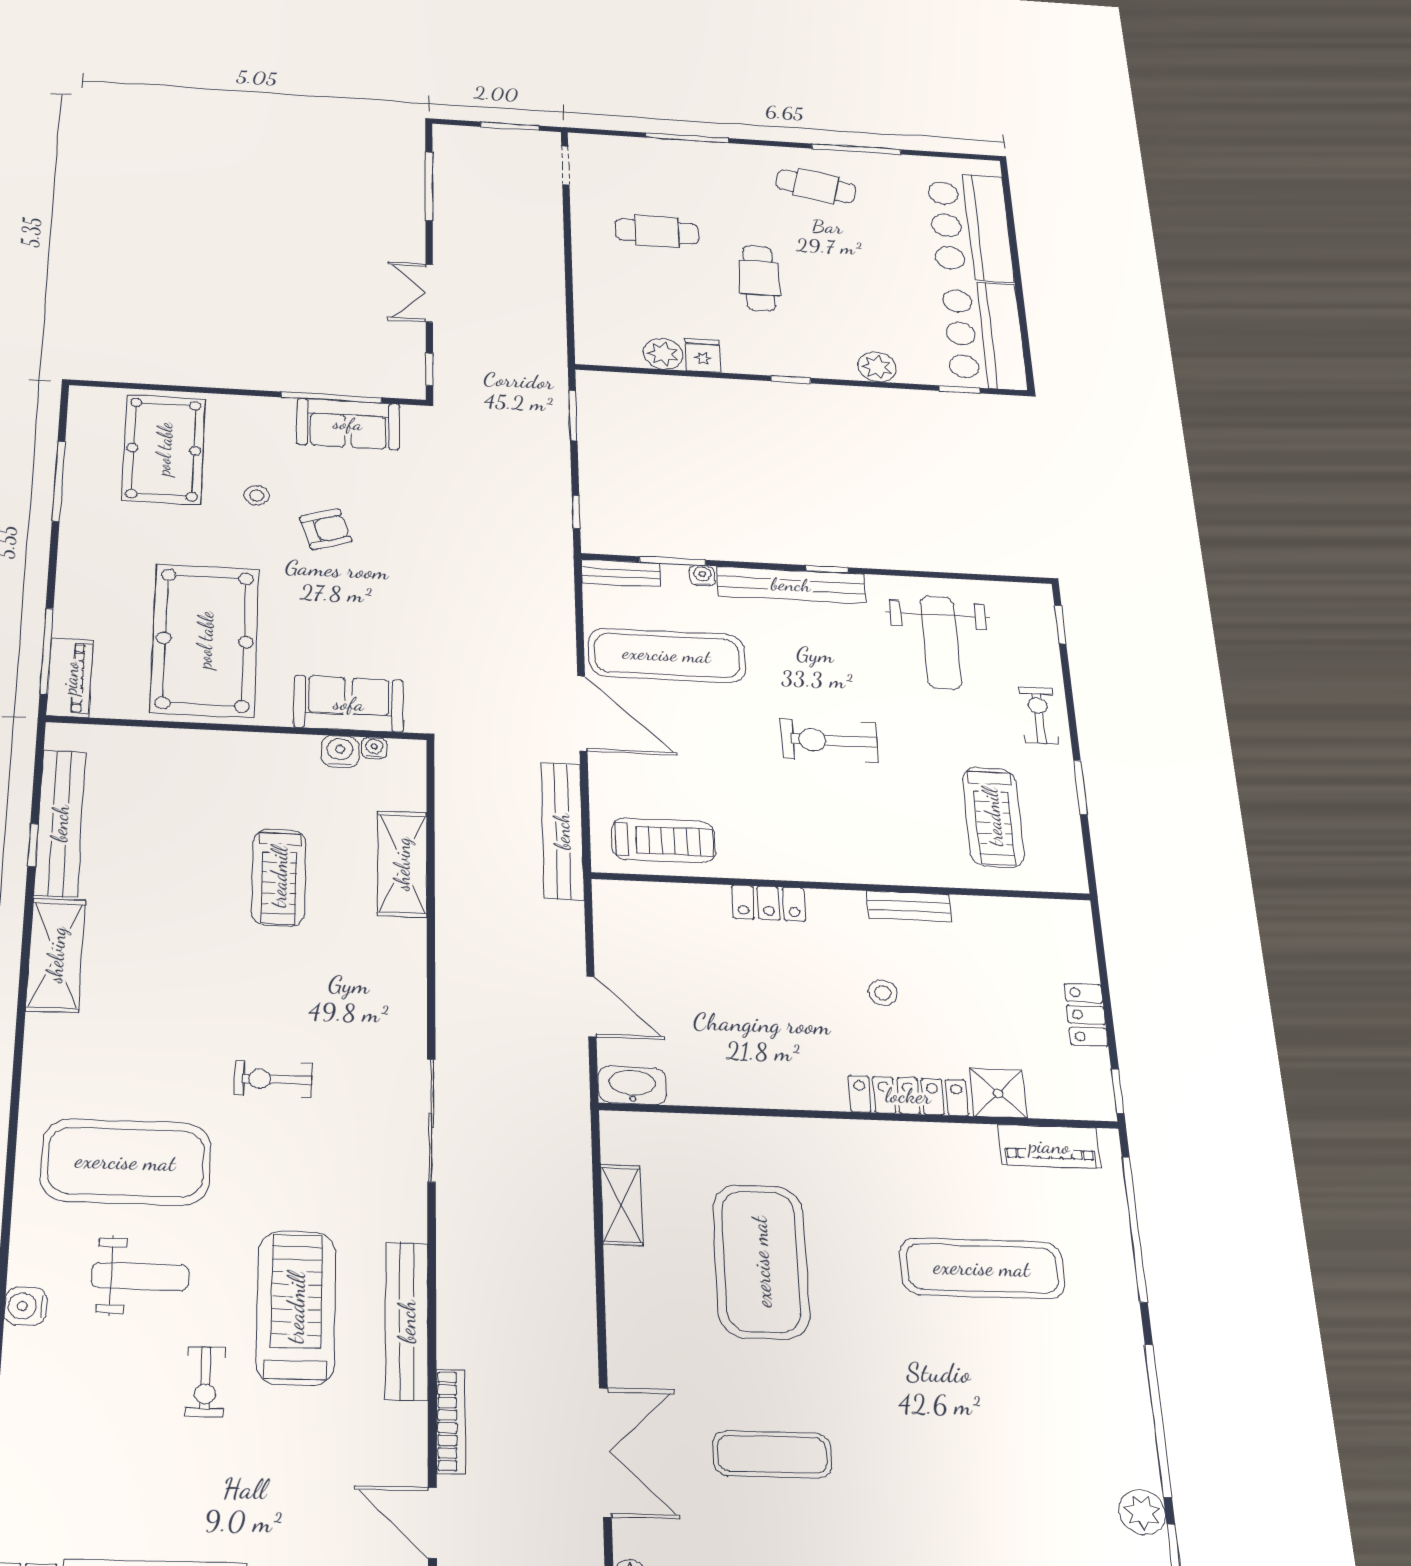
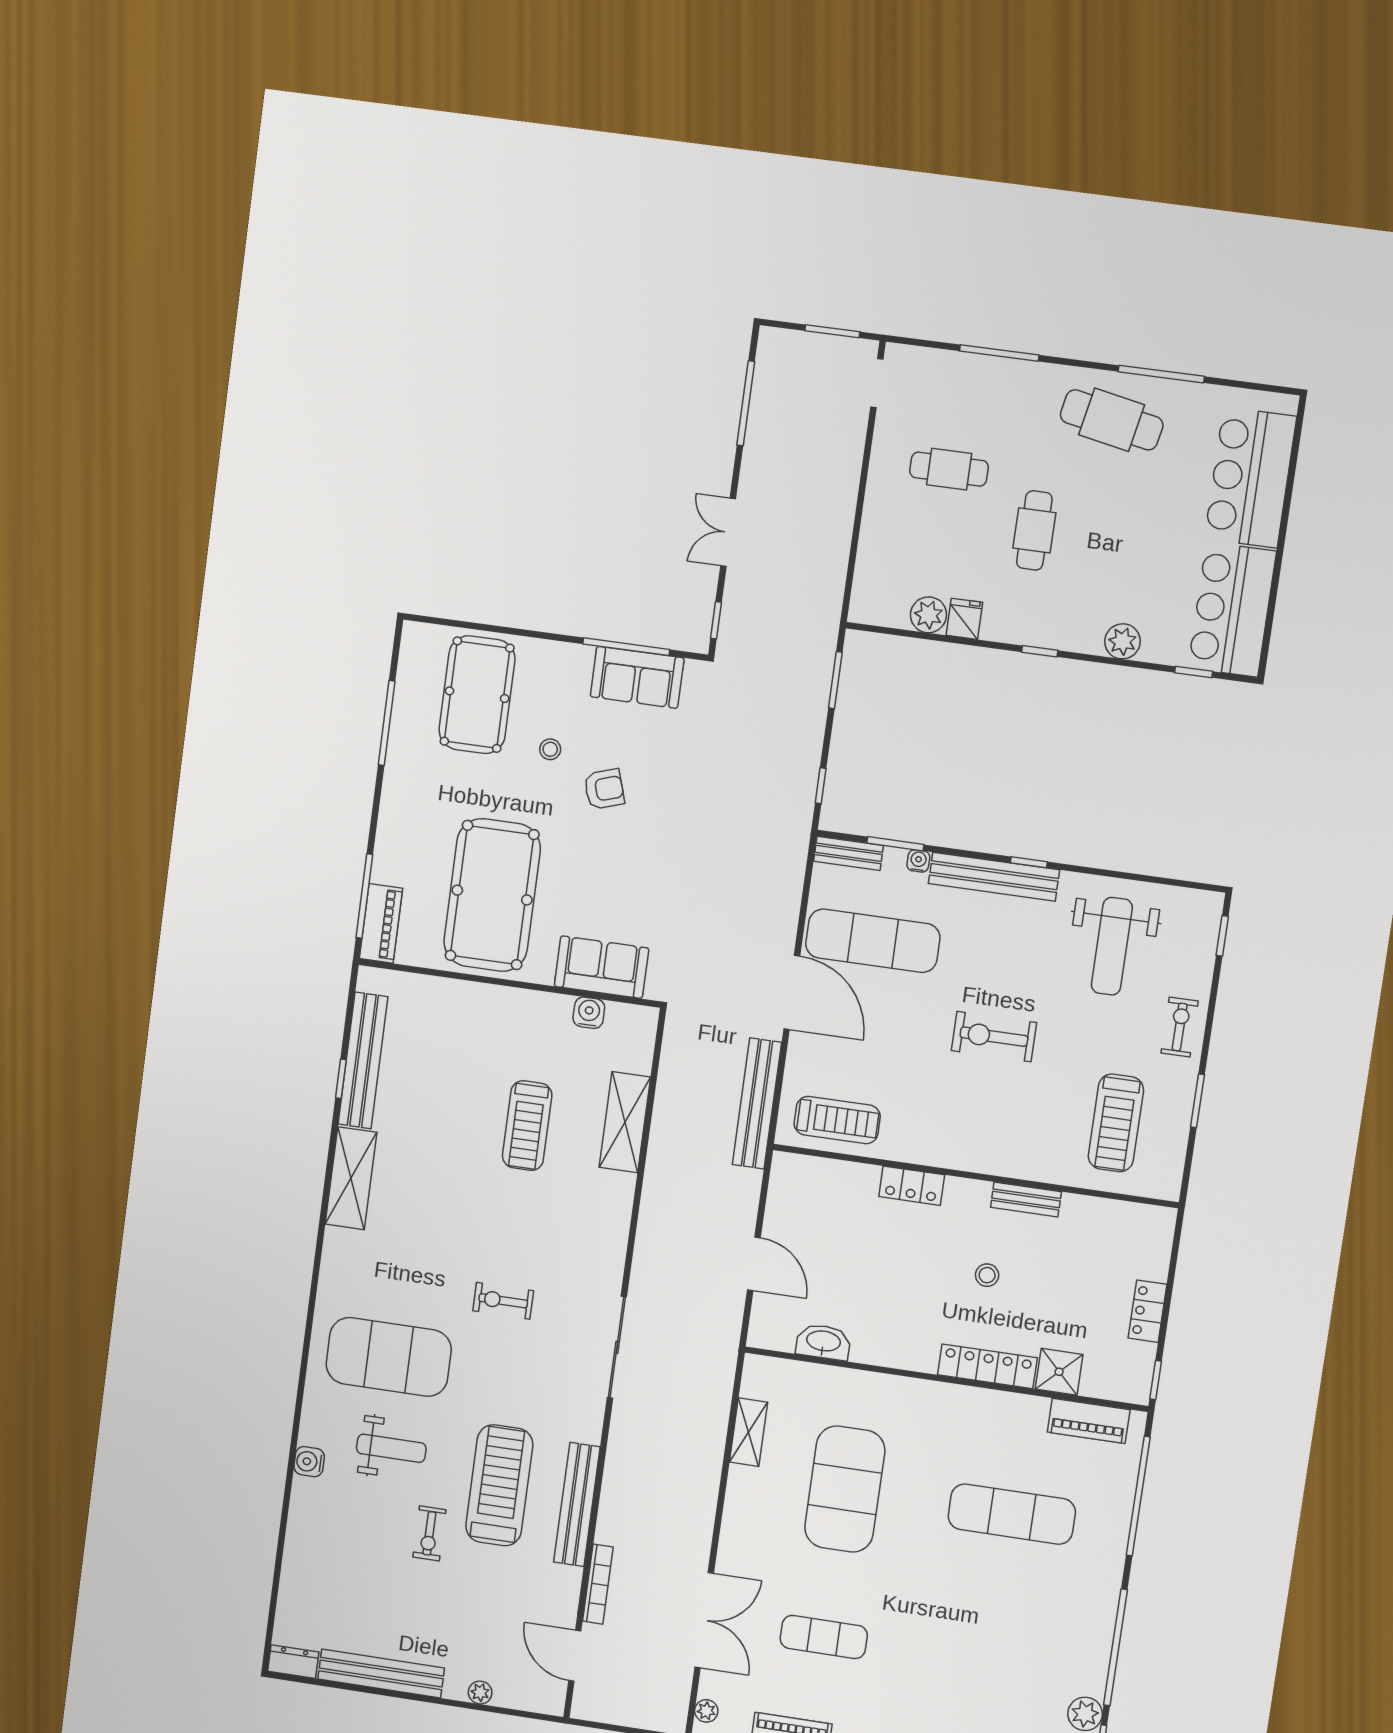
cafe table: (816, 186) -> (1112, 420), width x1.37, depth x1.35
water cooler: (374, 748) -> (617, 1012), removed
washbasin: (632, 1085) -> (823, 1342), moved

